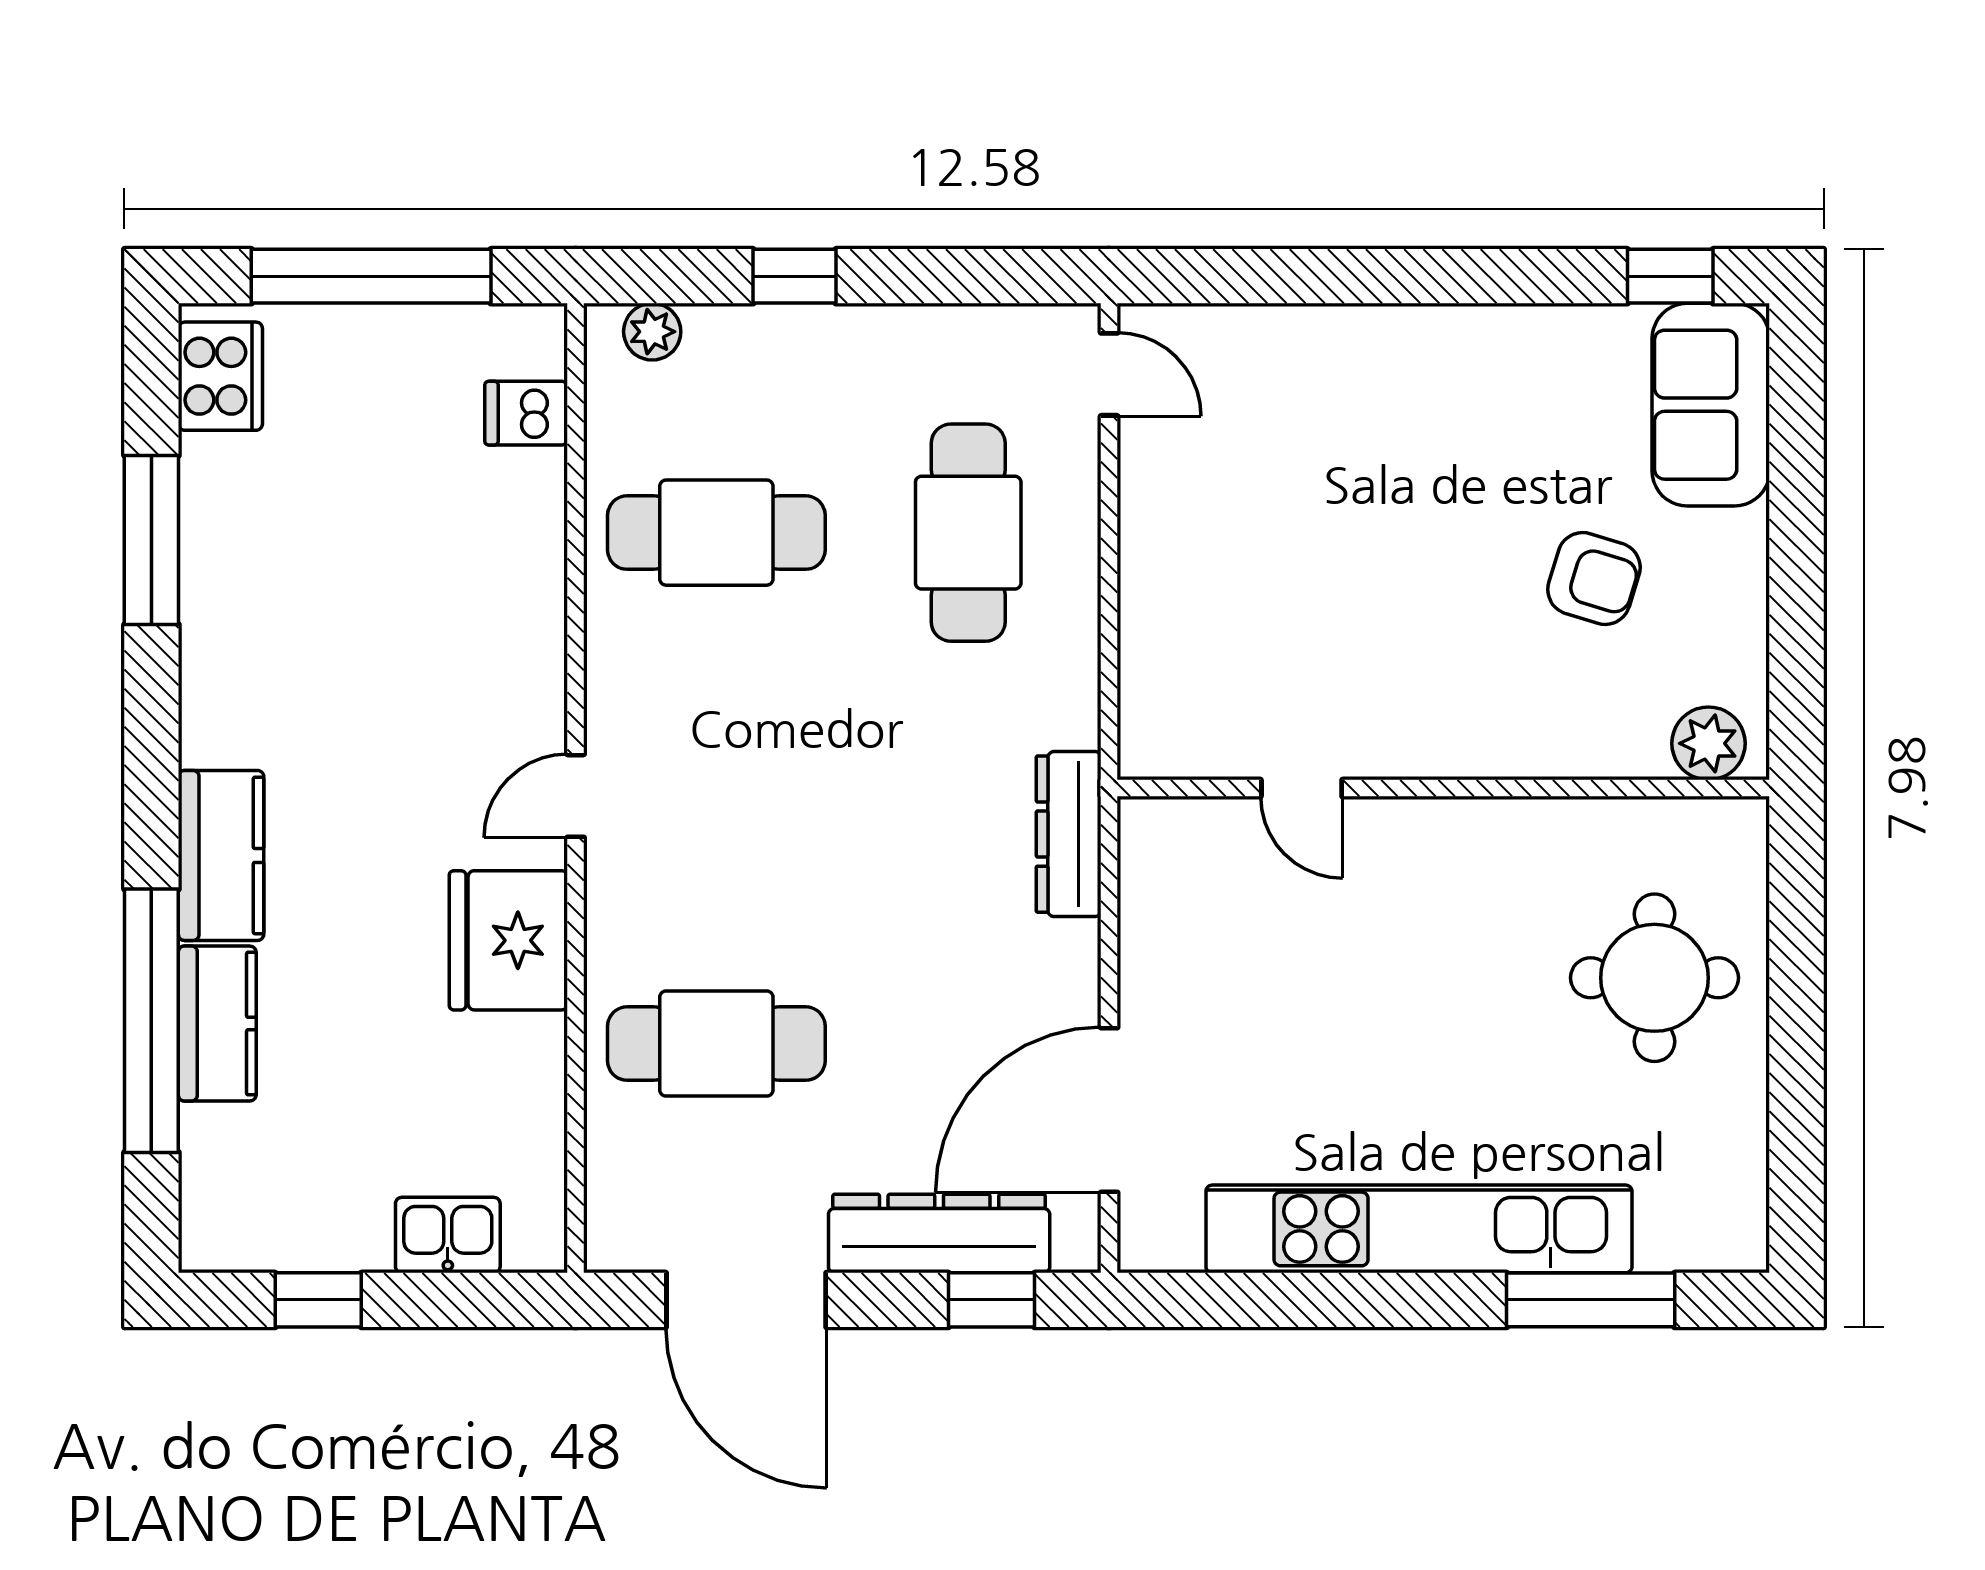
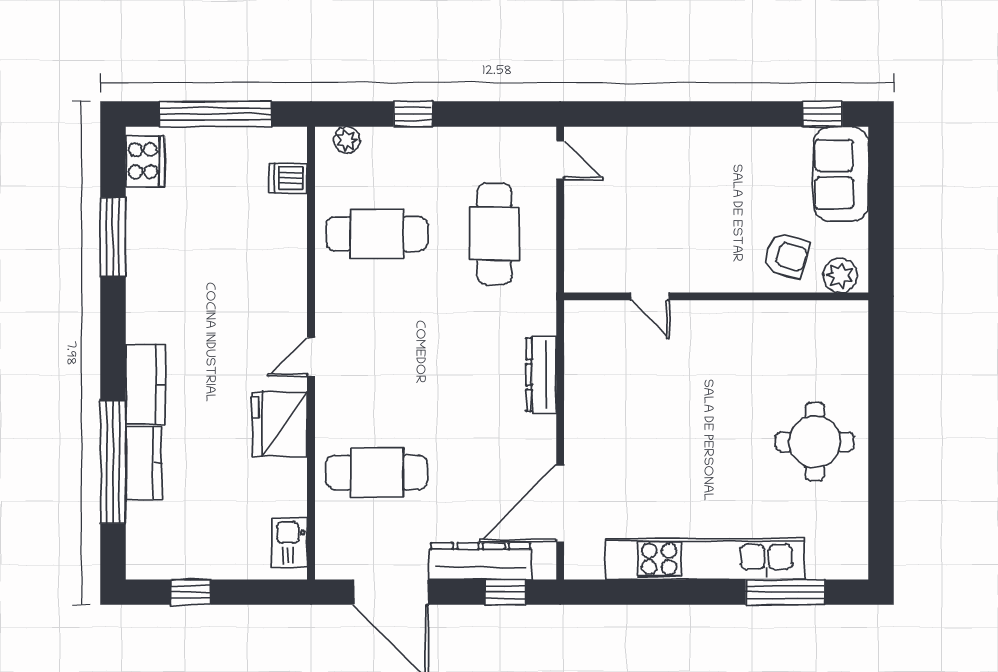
plant: (1708, 743) -> (840, 276), moved
door: (1302, 788) -> (650, 296), moved
wall: (1443, 788) -> (716, 296), moved
kitchen sink: (448, 1235) -> (290, 542), moved, turned -90

